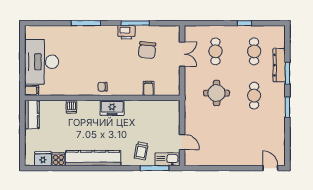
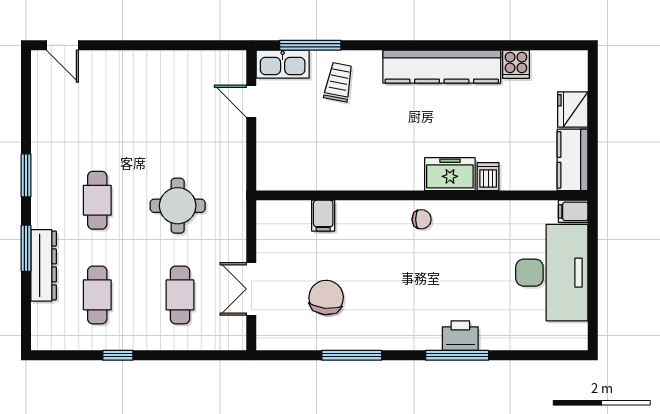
printer: (126, 32) -> (460, 336), moved
freezer: (112, 108) -> (450, 174), moved
fridge: (43, 159) -> (573, 109), moved, turned 90

